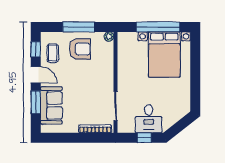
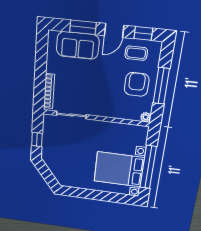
armchair: (80, 49) -> (137, 84), turned 180
desk: (149, 119) -> (56, 146), removed

